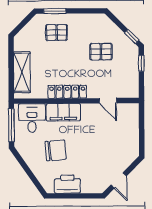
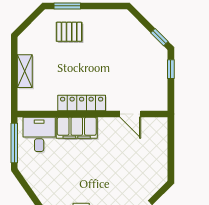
pallet: (101, 52) -> (122, 55), removed
shelving: (22, 72) -> (25, 71), width x0.67, depth x0.75
chair: (56, 150) -> (67, 174), removed

